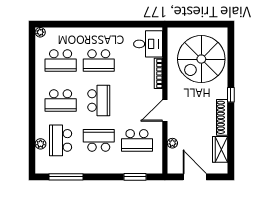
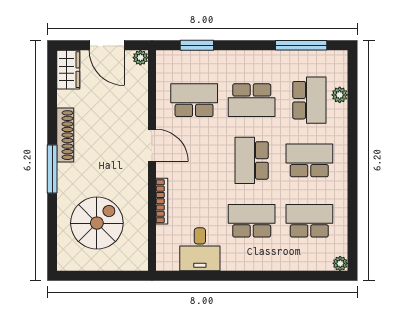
desk: (148, 44) -> (200, 249), moved, turned -90
spiral stairs: (201, 59) -> (97, 223), width x0.73, depth x0.73
window: (231, 95) -> (52, 169), width x2.17
door: (165, 111) -> (152, 145), hinge flipped
plant: (172, 143) -> (140, 58), moved
wardrobe: (220, 149) -> (68, 70), moved

